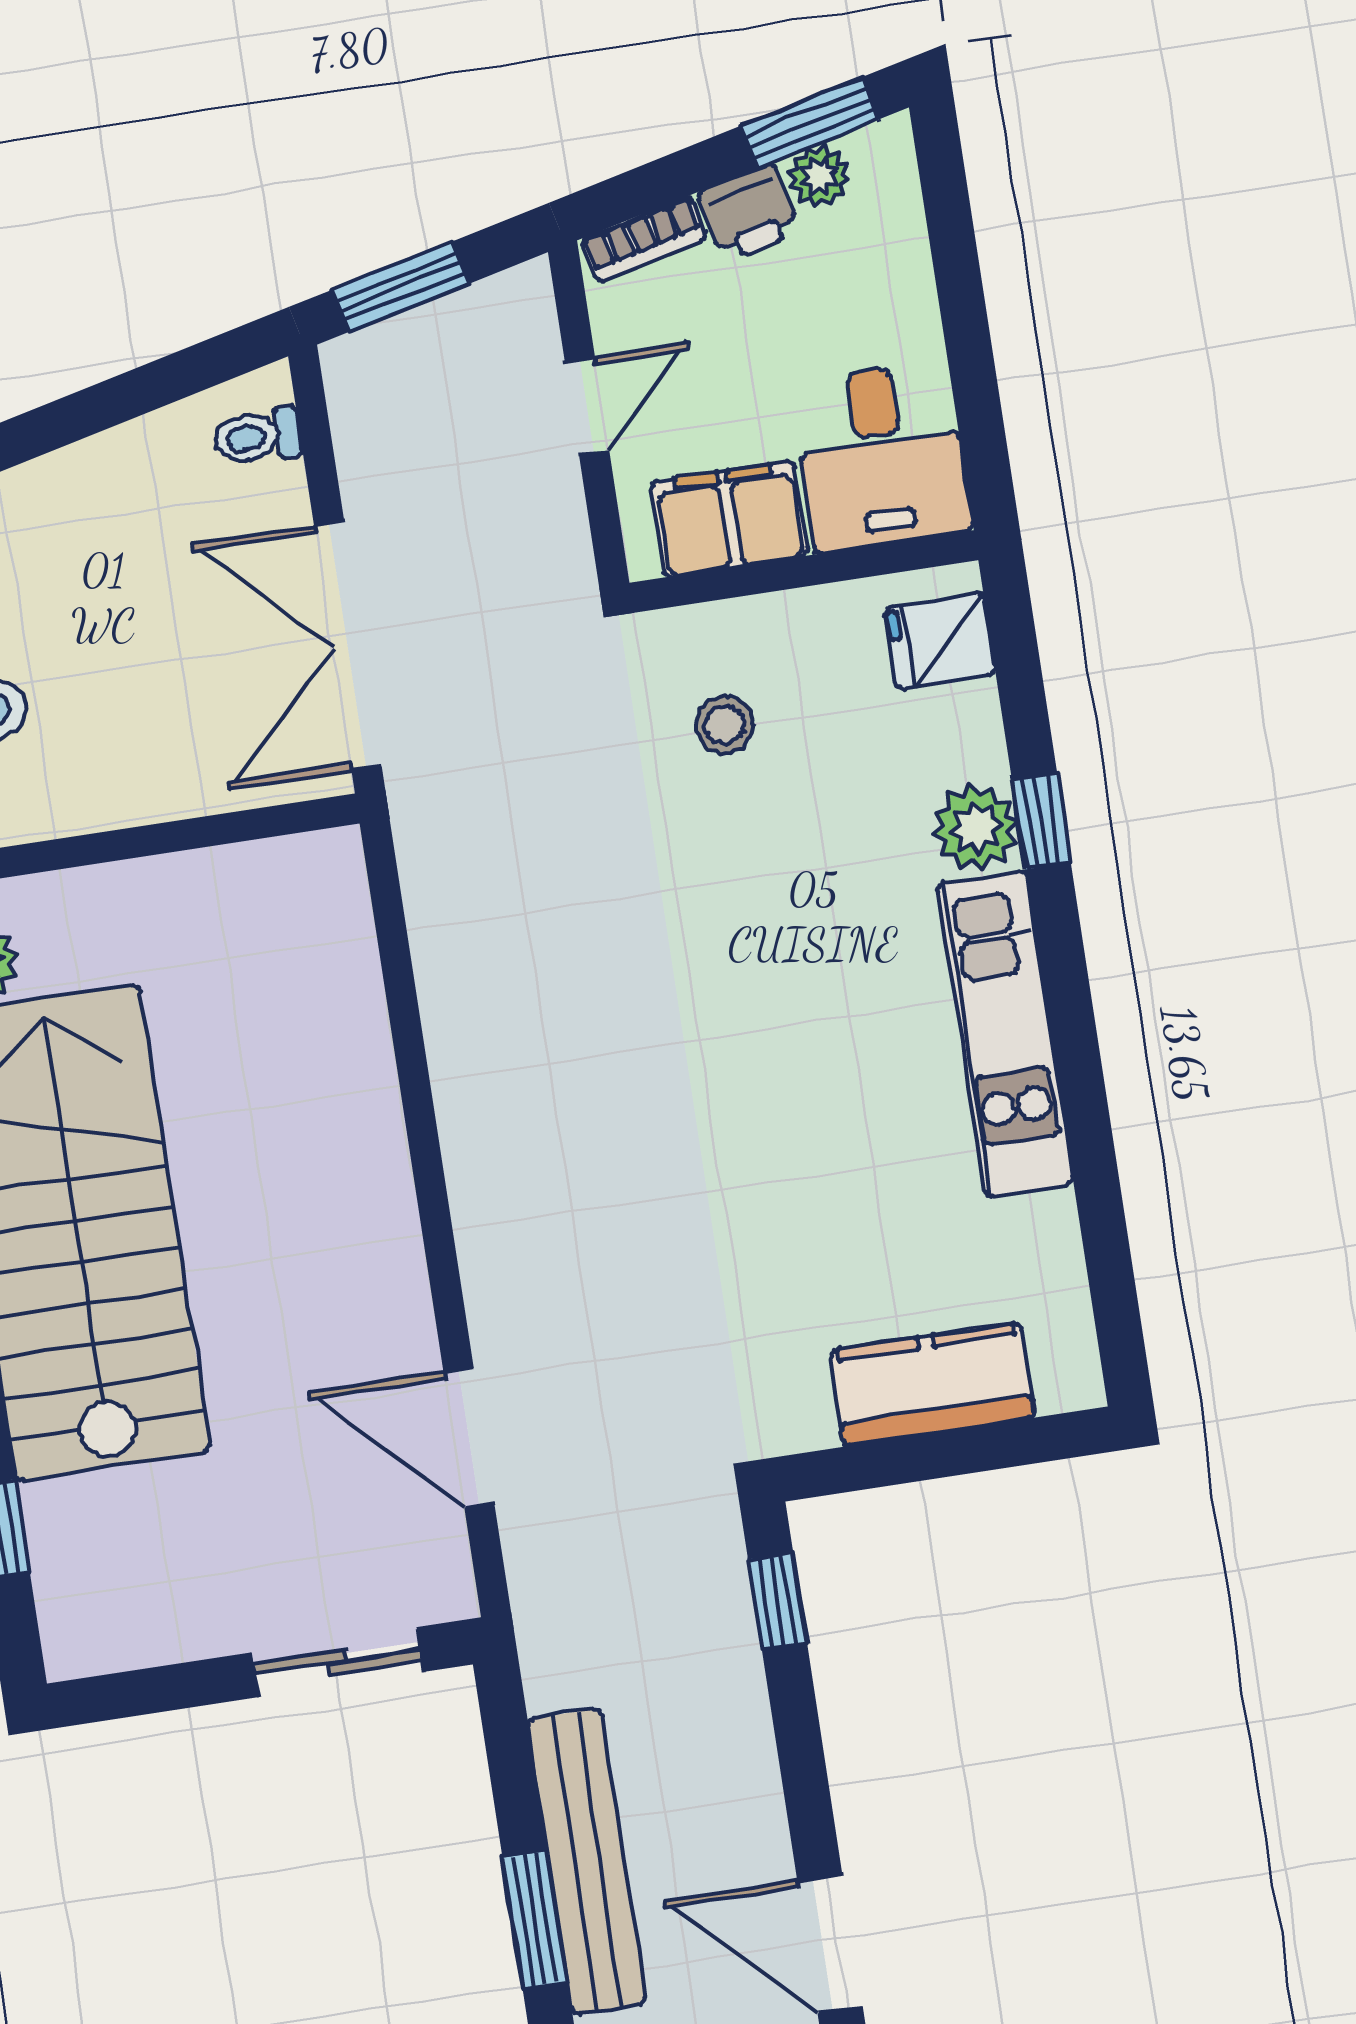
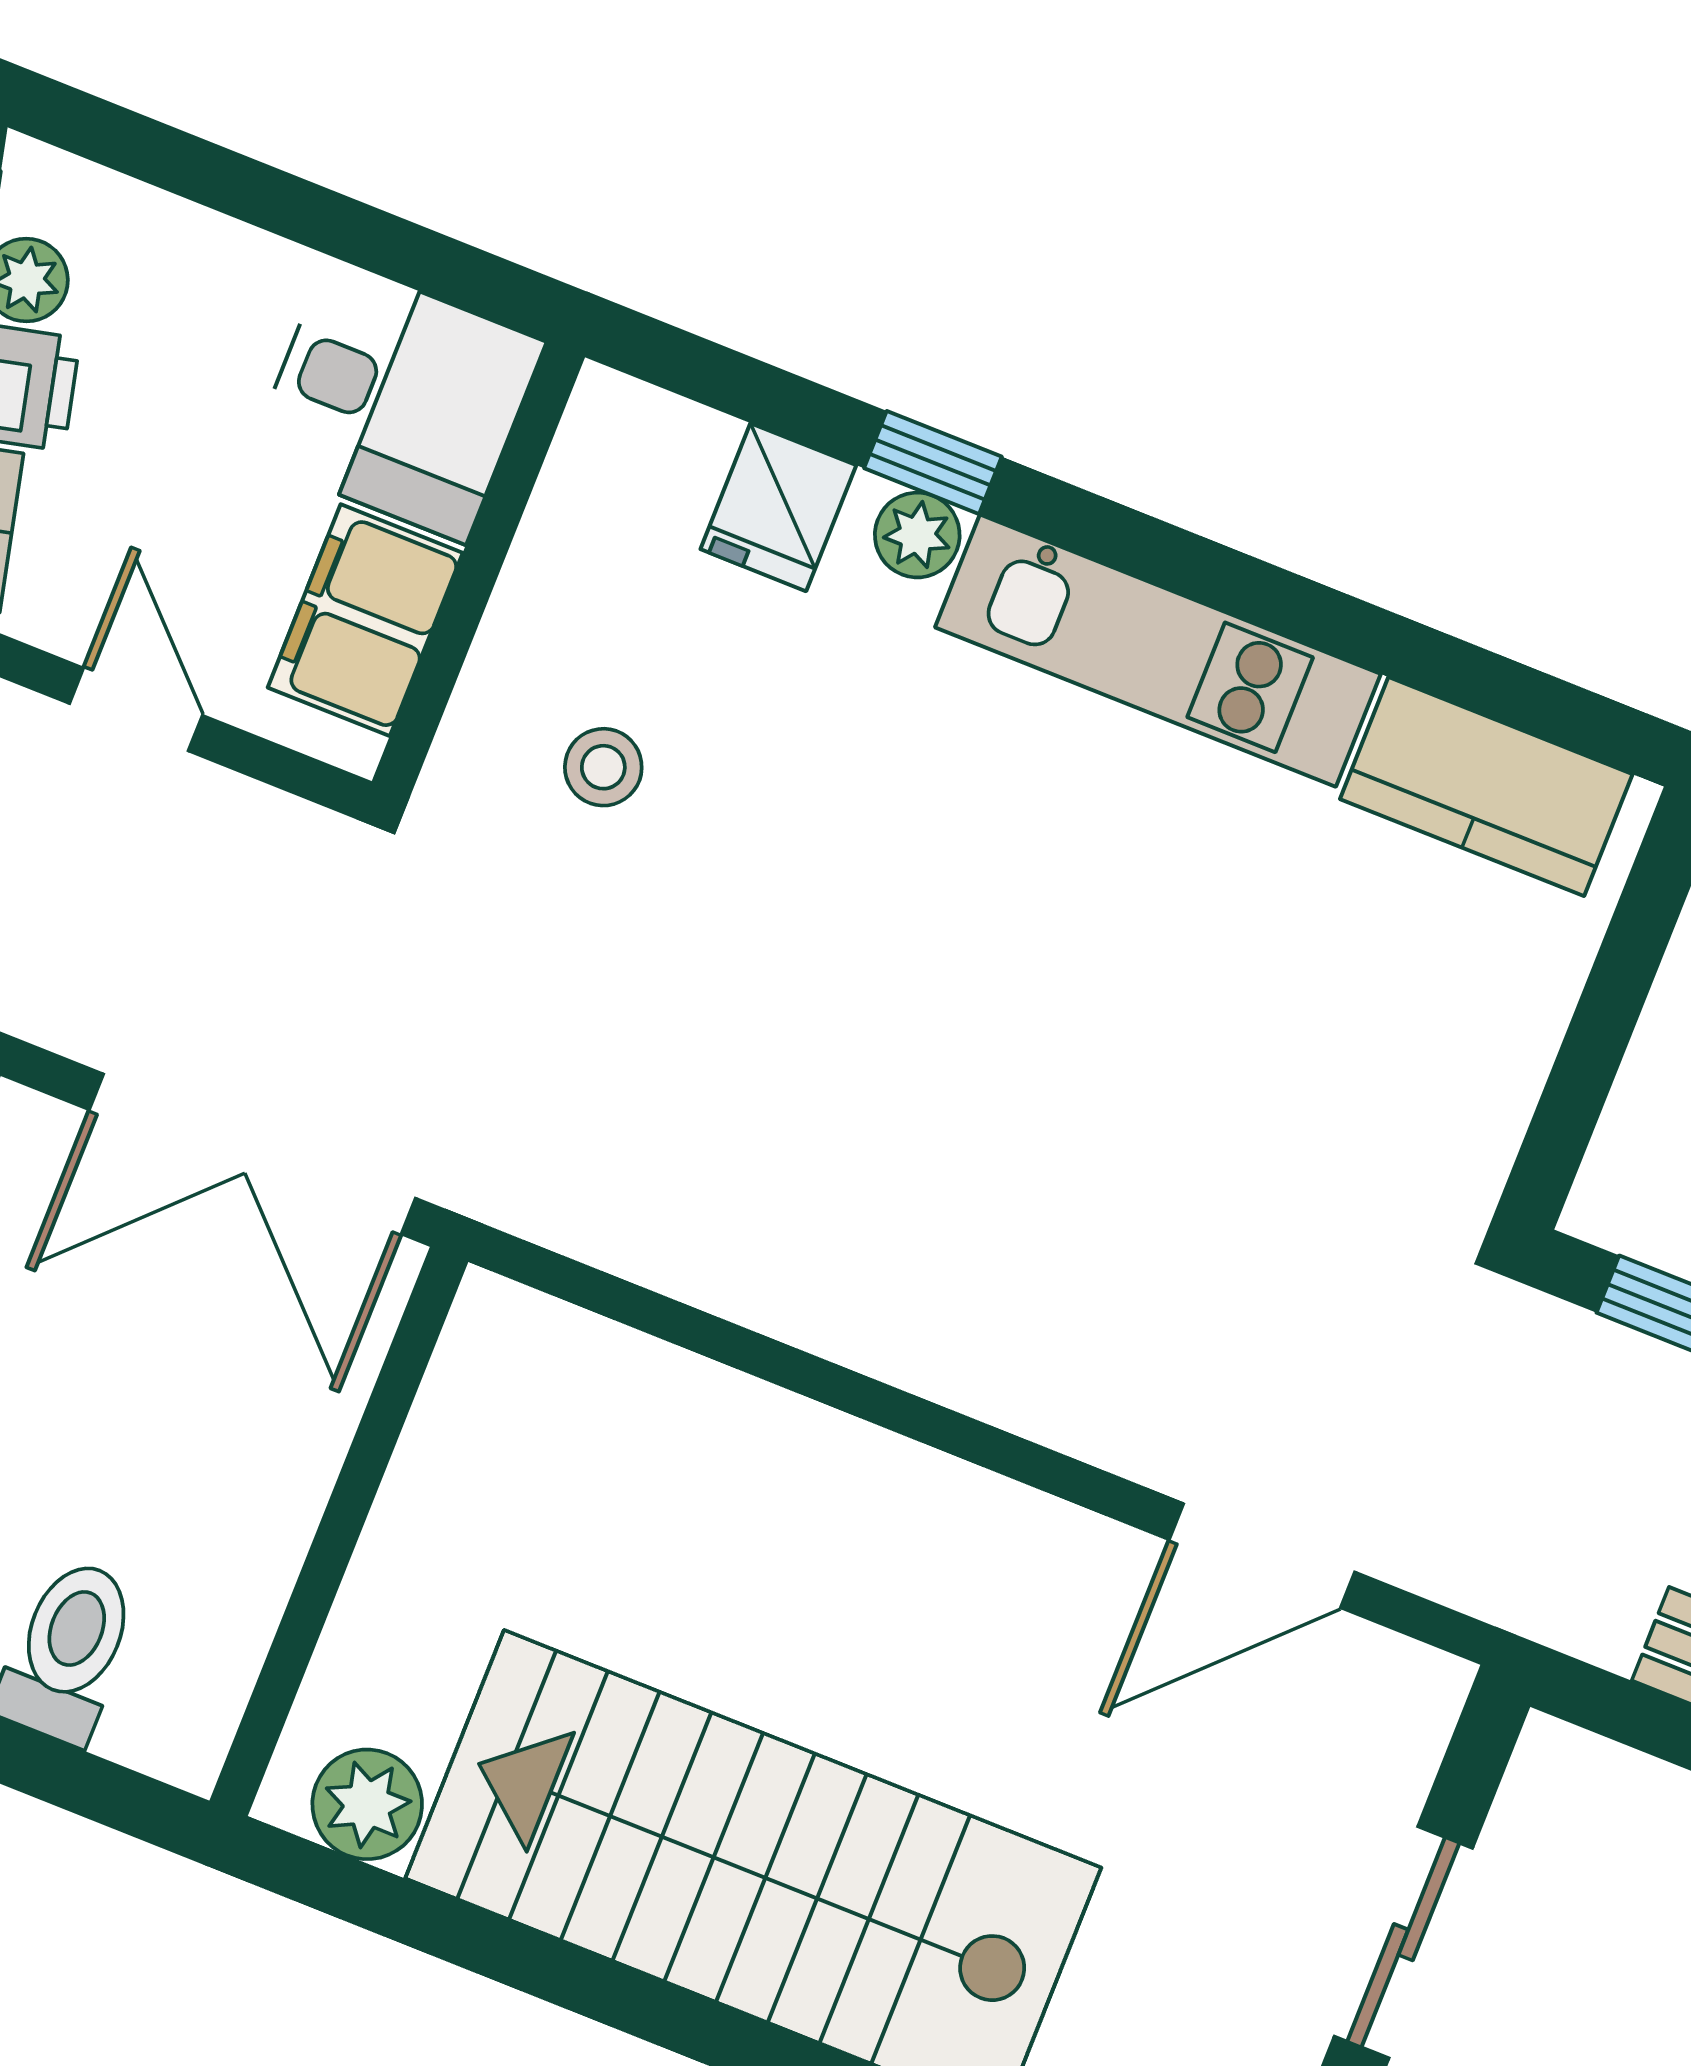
fridge: (940, 641) -> (778, 507), moved
plant: (976, 828) -> (917, 535), width x0.73, depth x0.73
kitchen counter: (932, 1384) -> (1486, 787), moved, turned -90
sliding door: (338, 1662) -> (1403, 1942), moved

